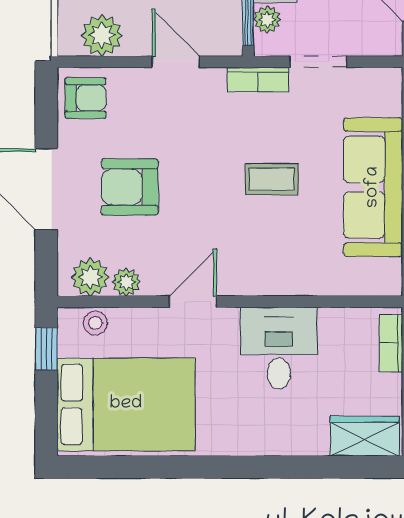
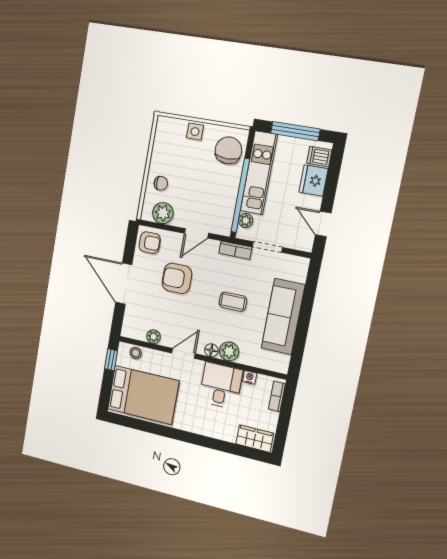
door: (176, 62) -> (196, 233), swing flipped
armchair: (130, 187) -> (177, 278), moved
plant: (90, 277) -> (229, 351), moved
floor lamp: (247, 283) -> (211, 350), added
nightstand: (332, 319) -> (250, 377), added

